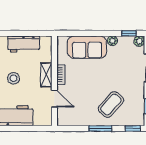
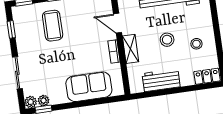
plant: (112, 41) -> (43, 101), moved
coffee table: (111, 104) -> (53, 26), turned -42

